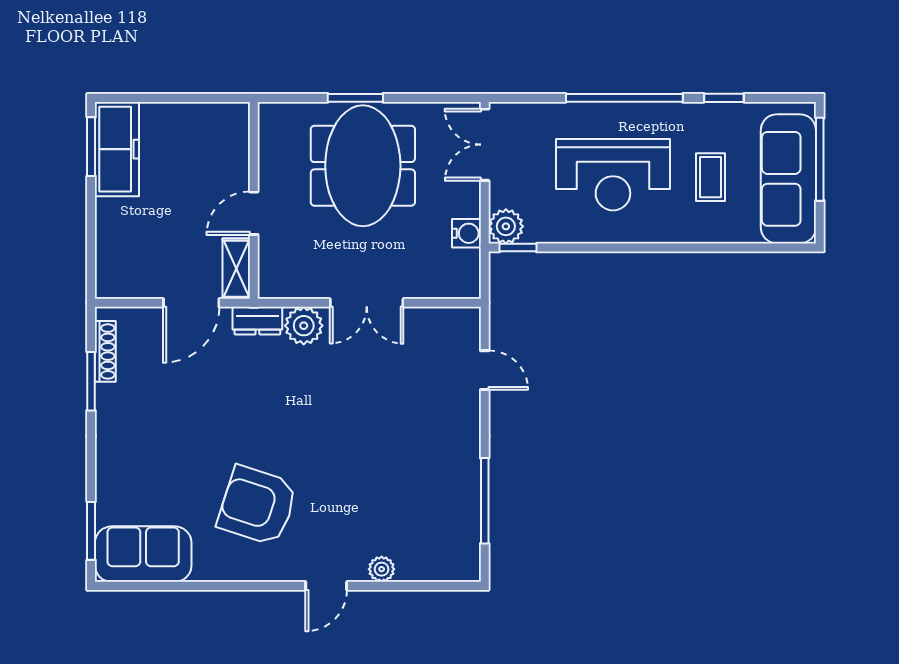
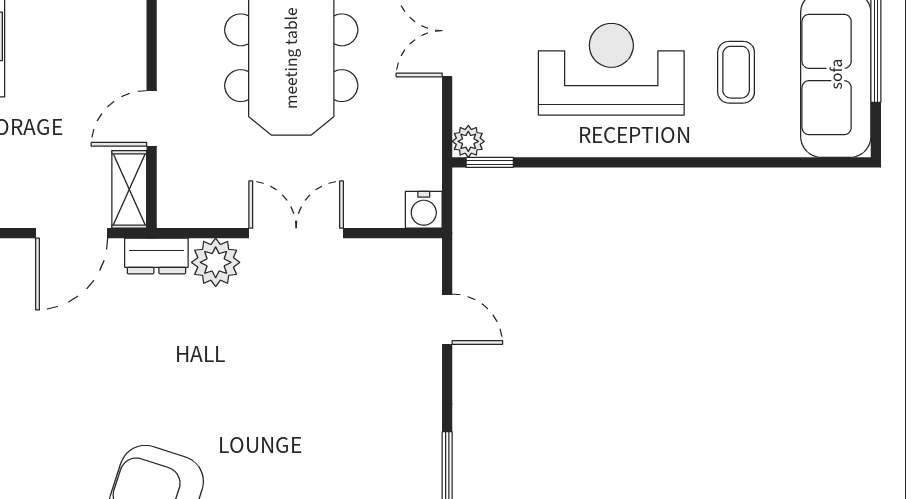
reception desk: (613, 175) -> (611, 69), turned 180
plant: (506, 226) -> (468, 141), width x0.73, depth x0.73
water cooler: (466, 233) -> (424, 210), moved, turned 90
double door: (367, 303) -> (296, 233), swing flipped

